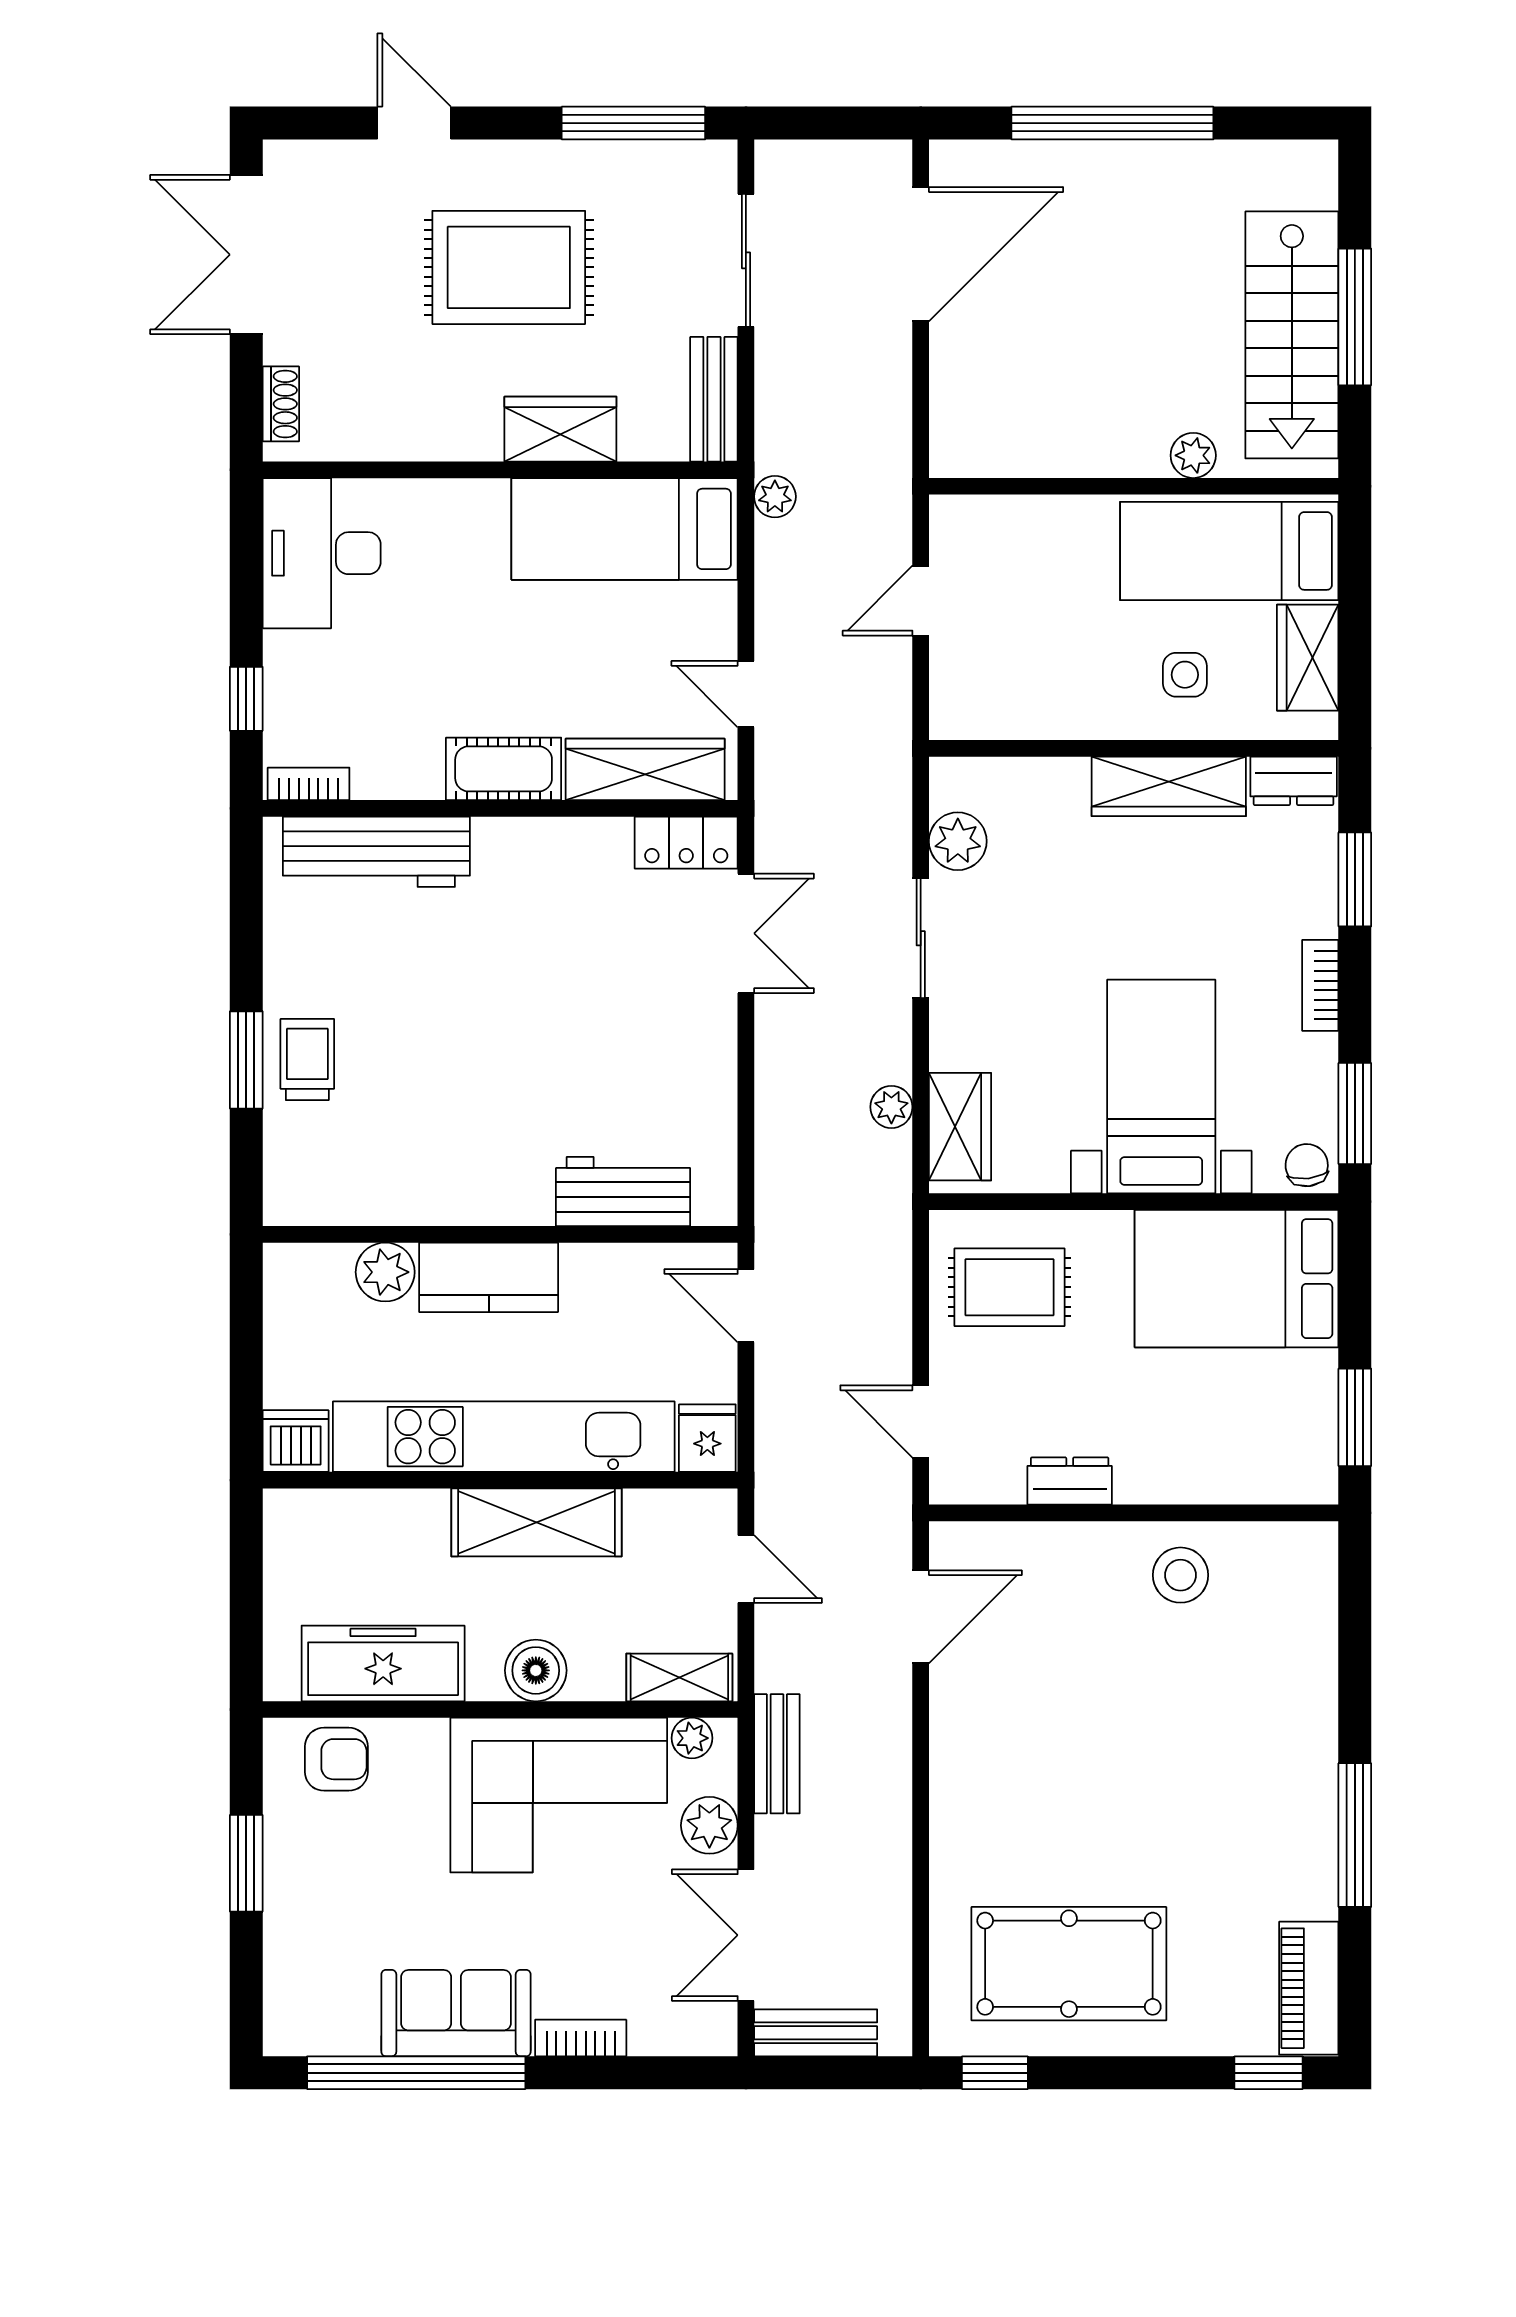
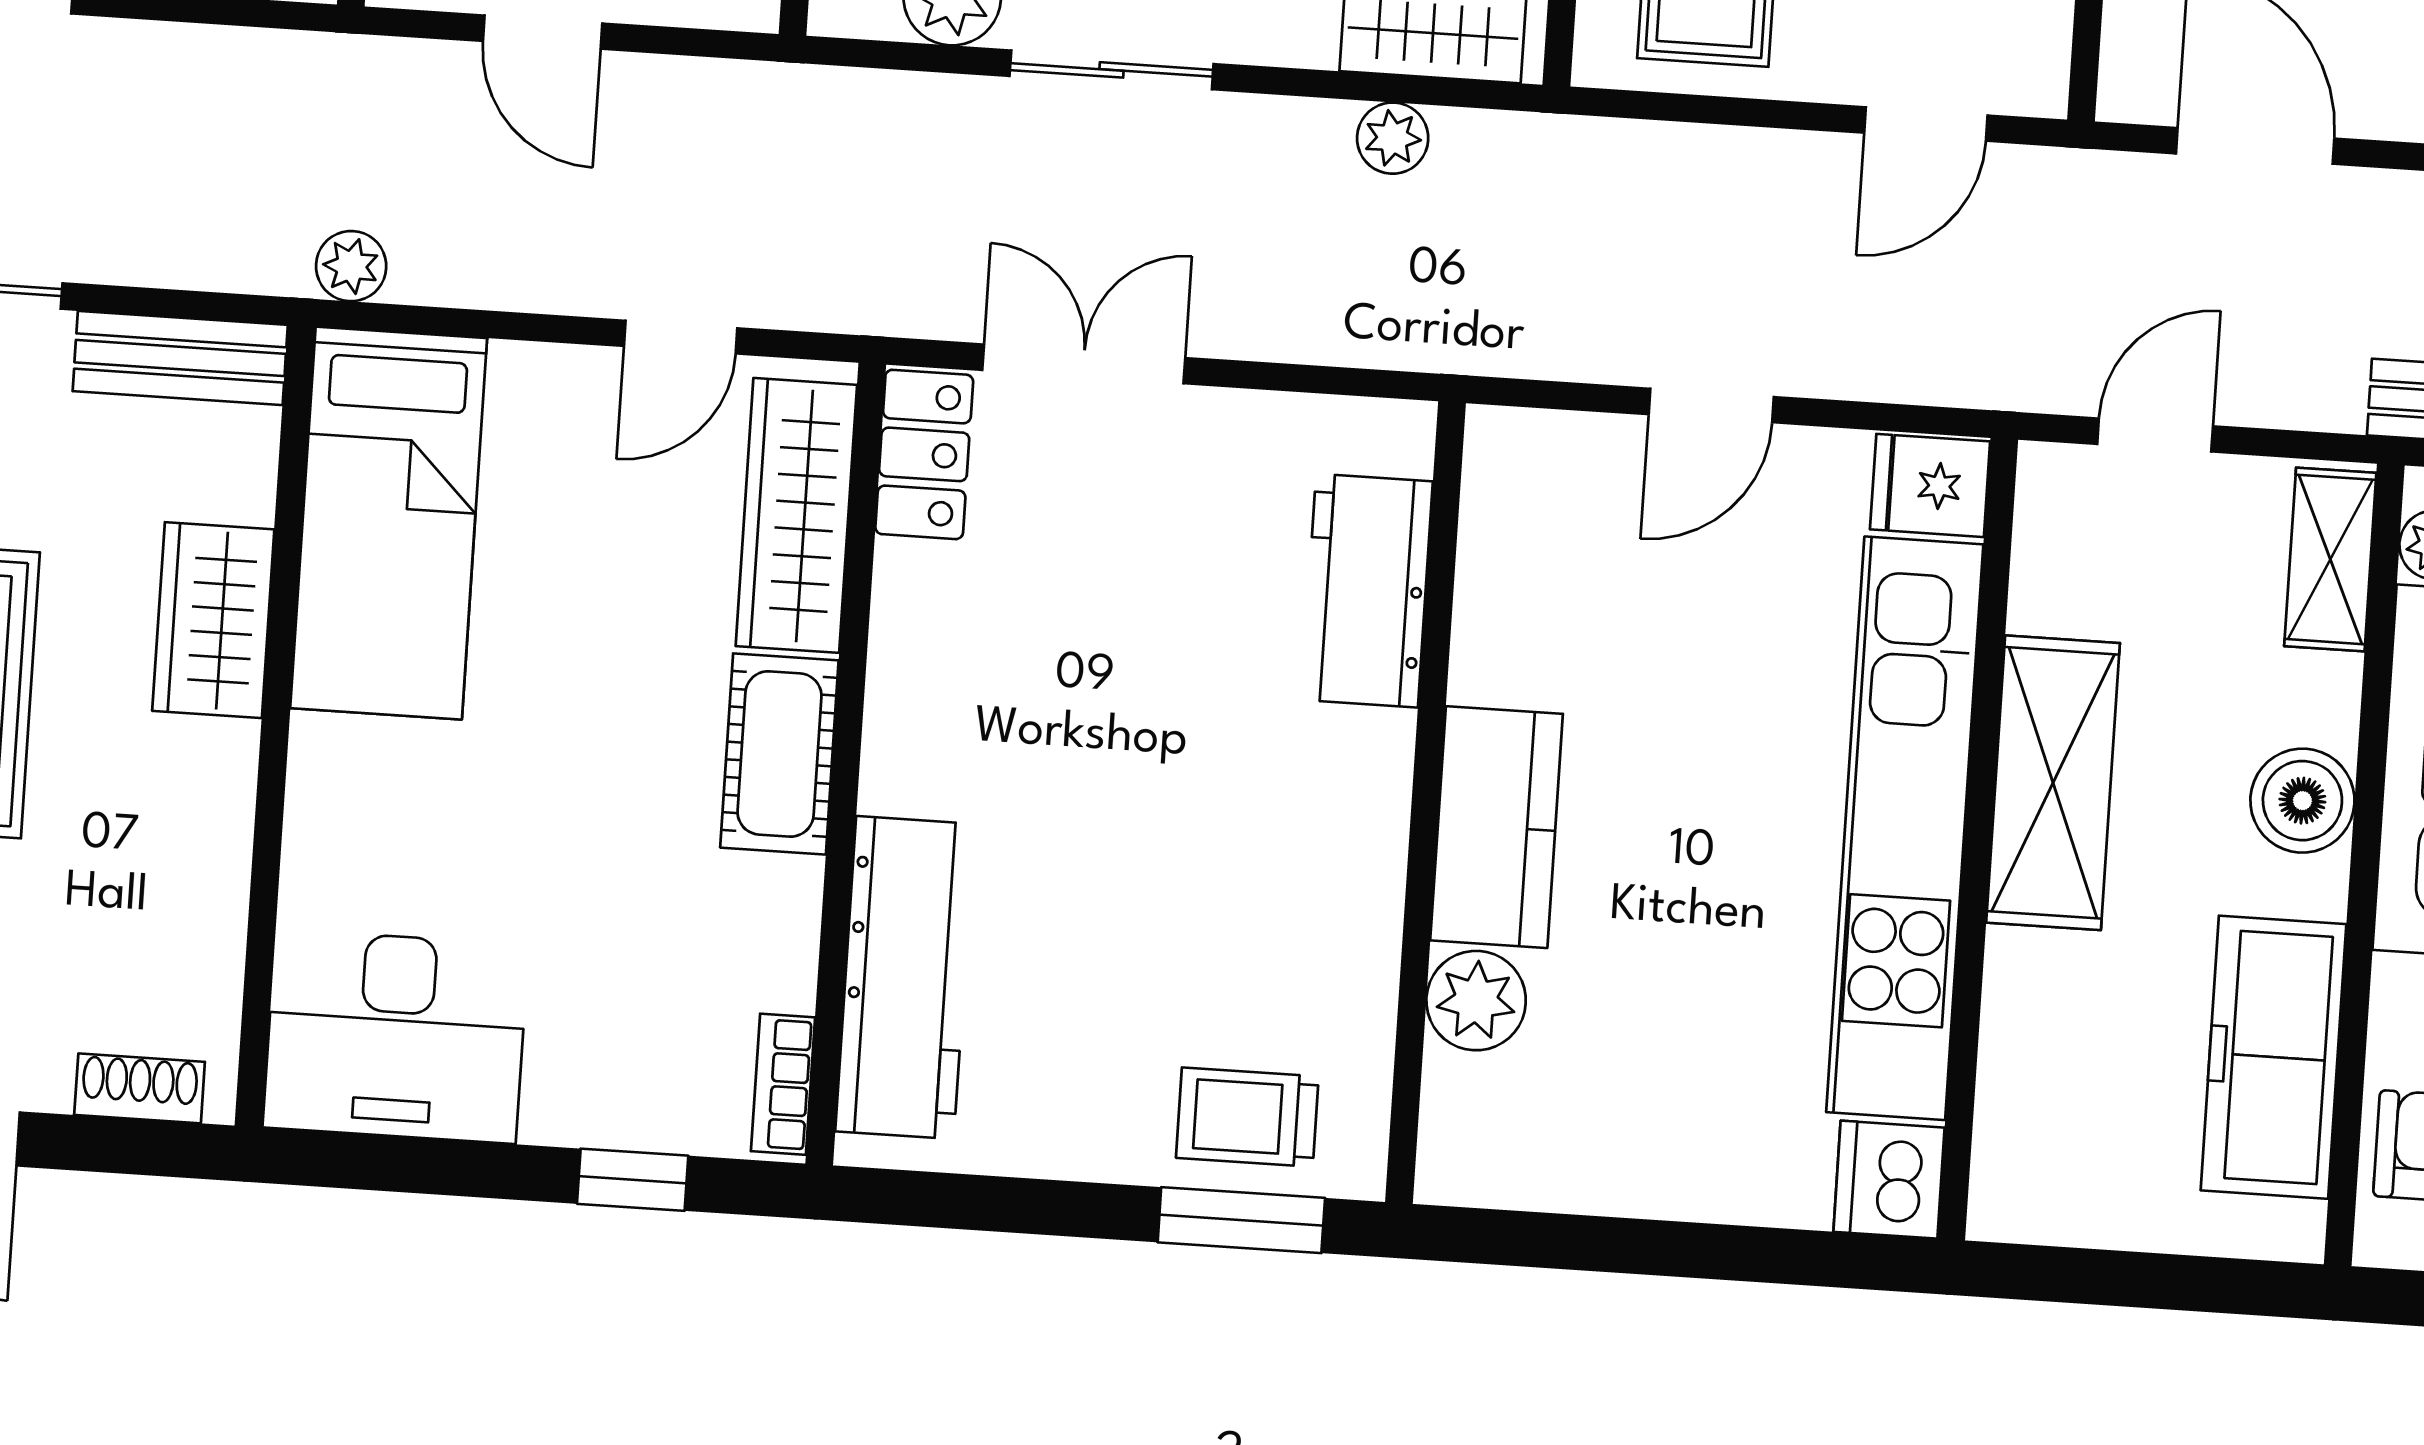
workbench: (623, 1191) -> (1367, 591), moved
wall: (500, 1234) -> (1426, 803), moved
plant: (385, 1272) -> (1476, 1001), moved
kitchen counter: (489, 1277) -> (1497, 827), moved

